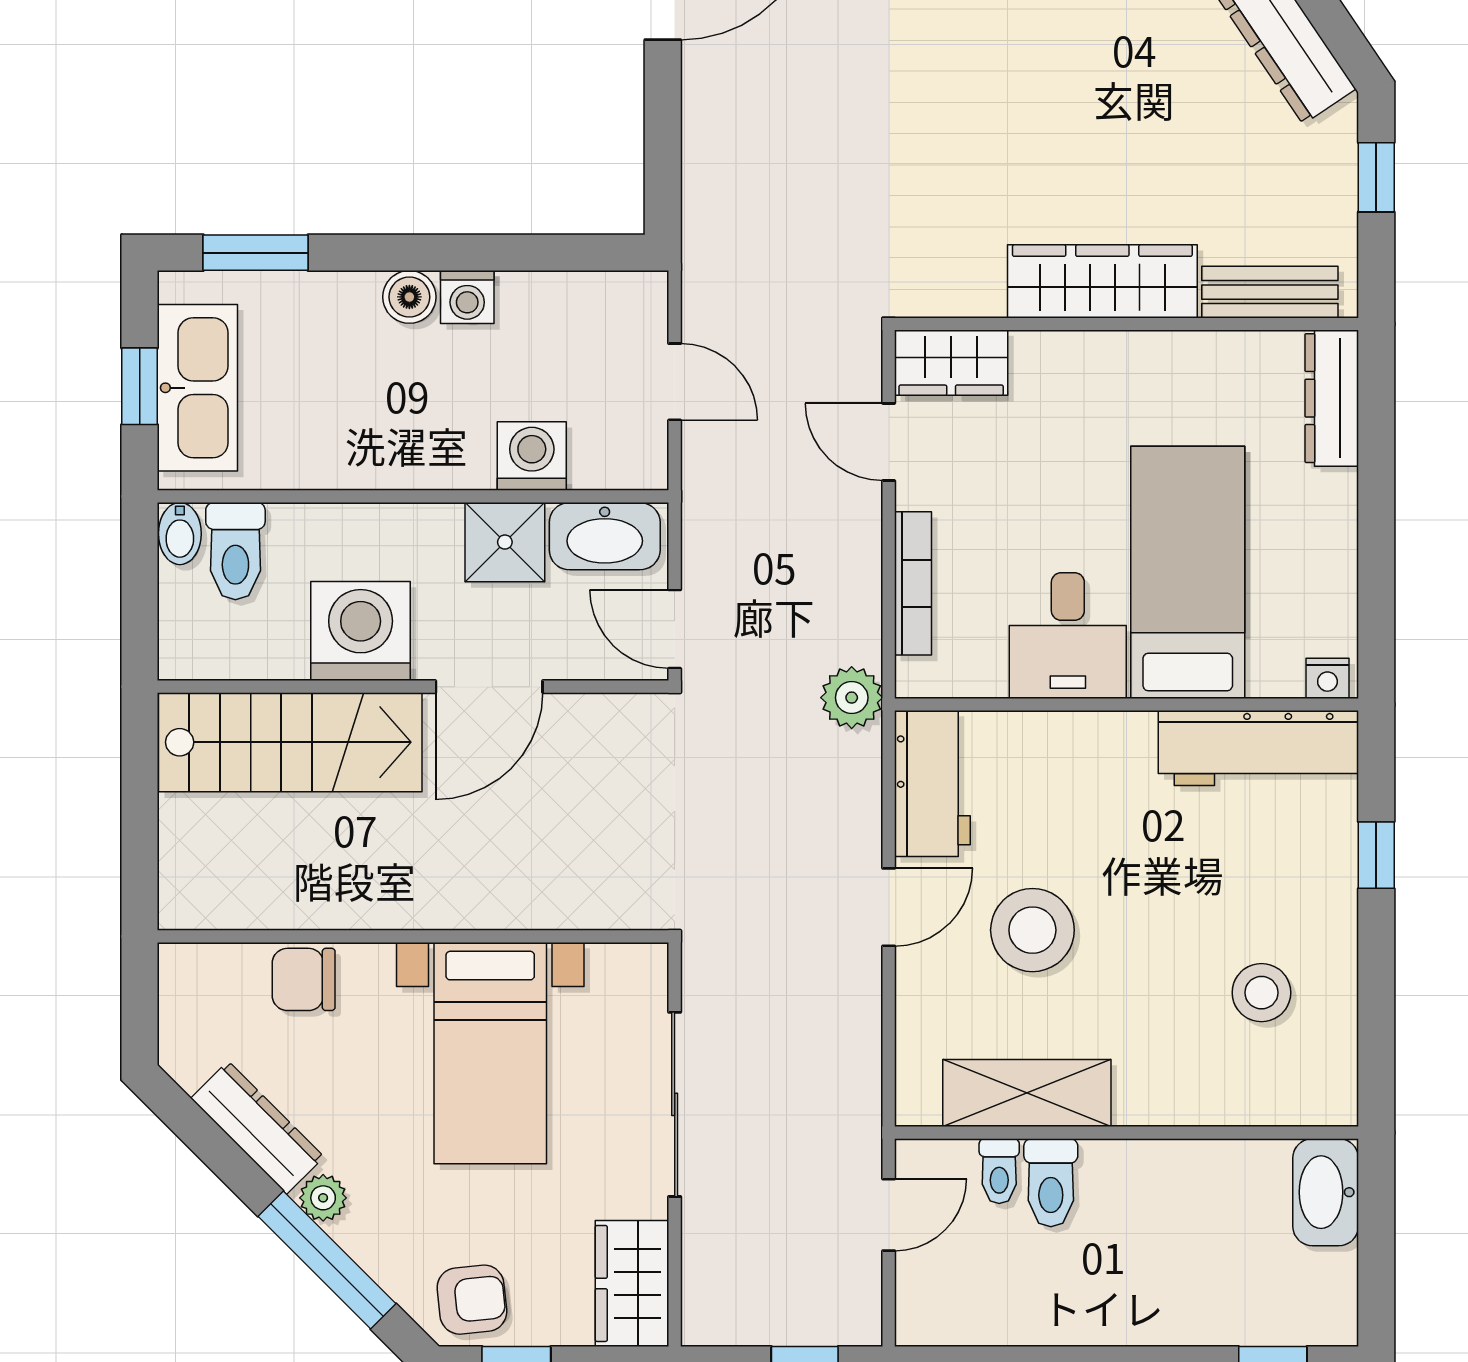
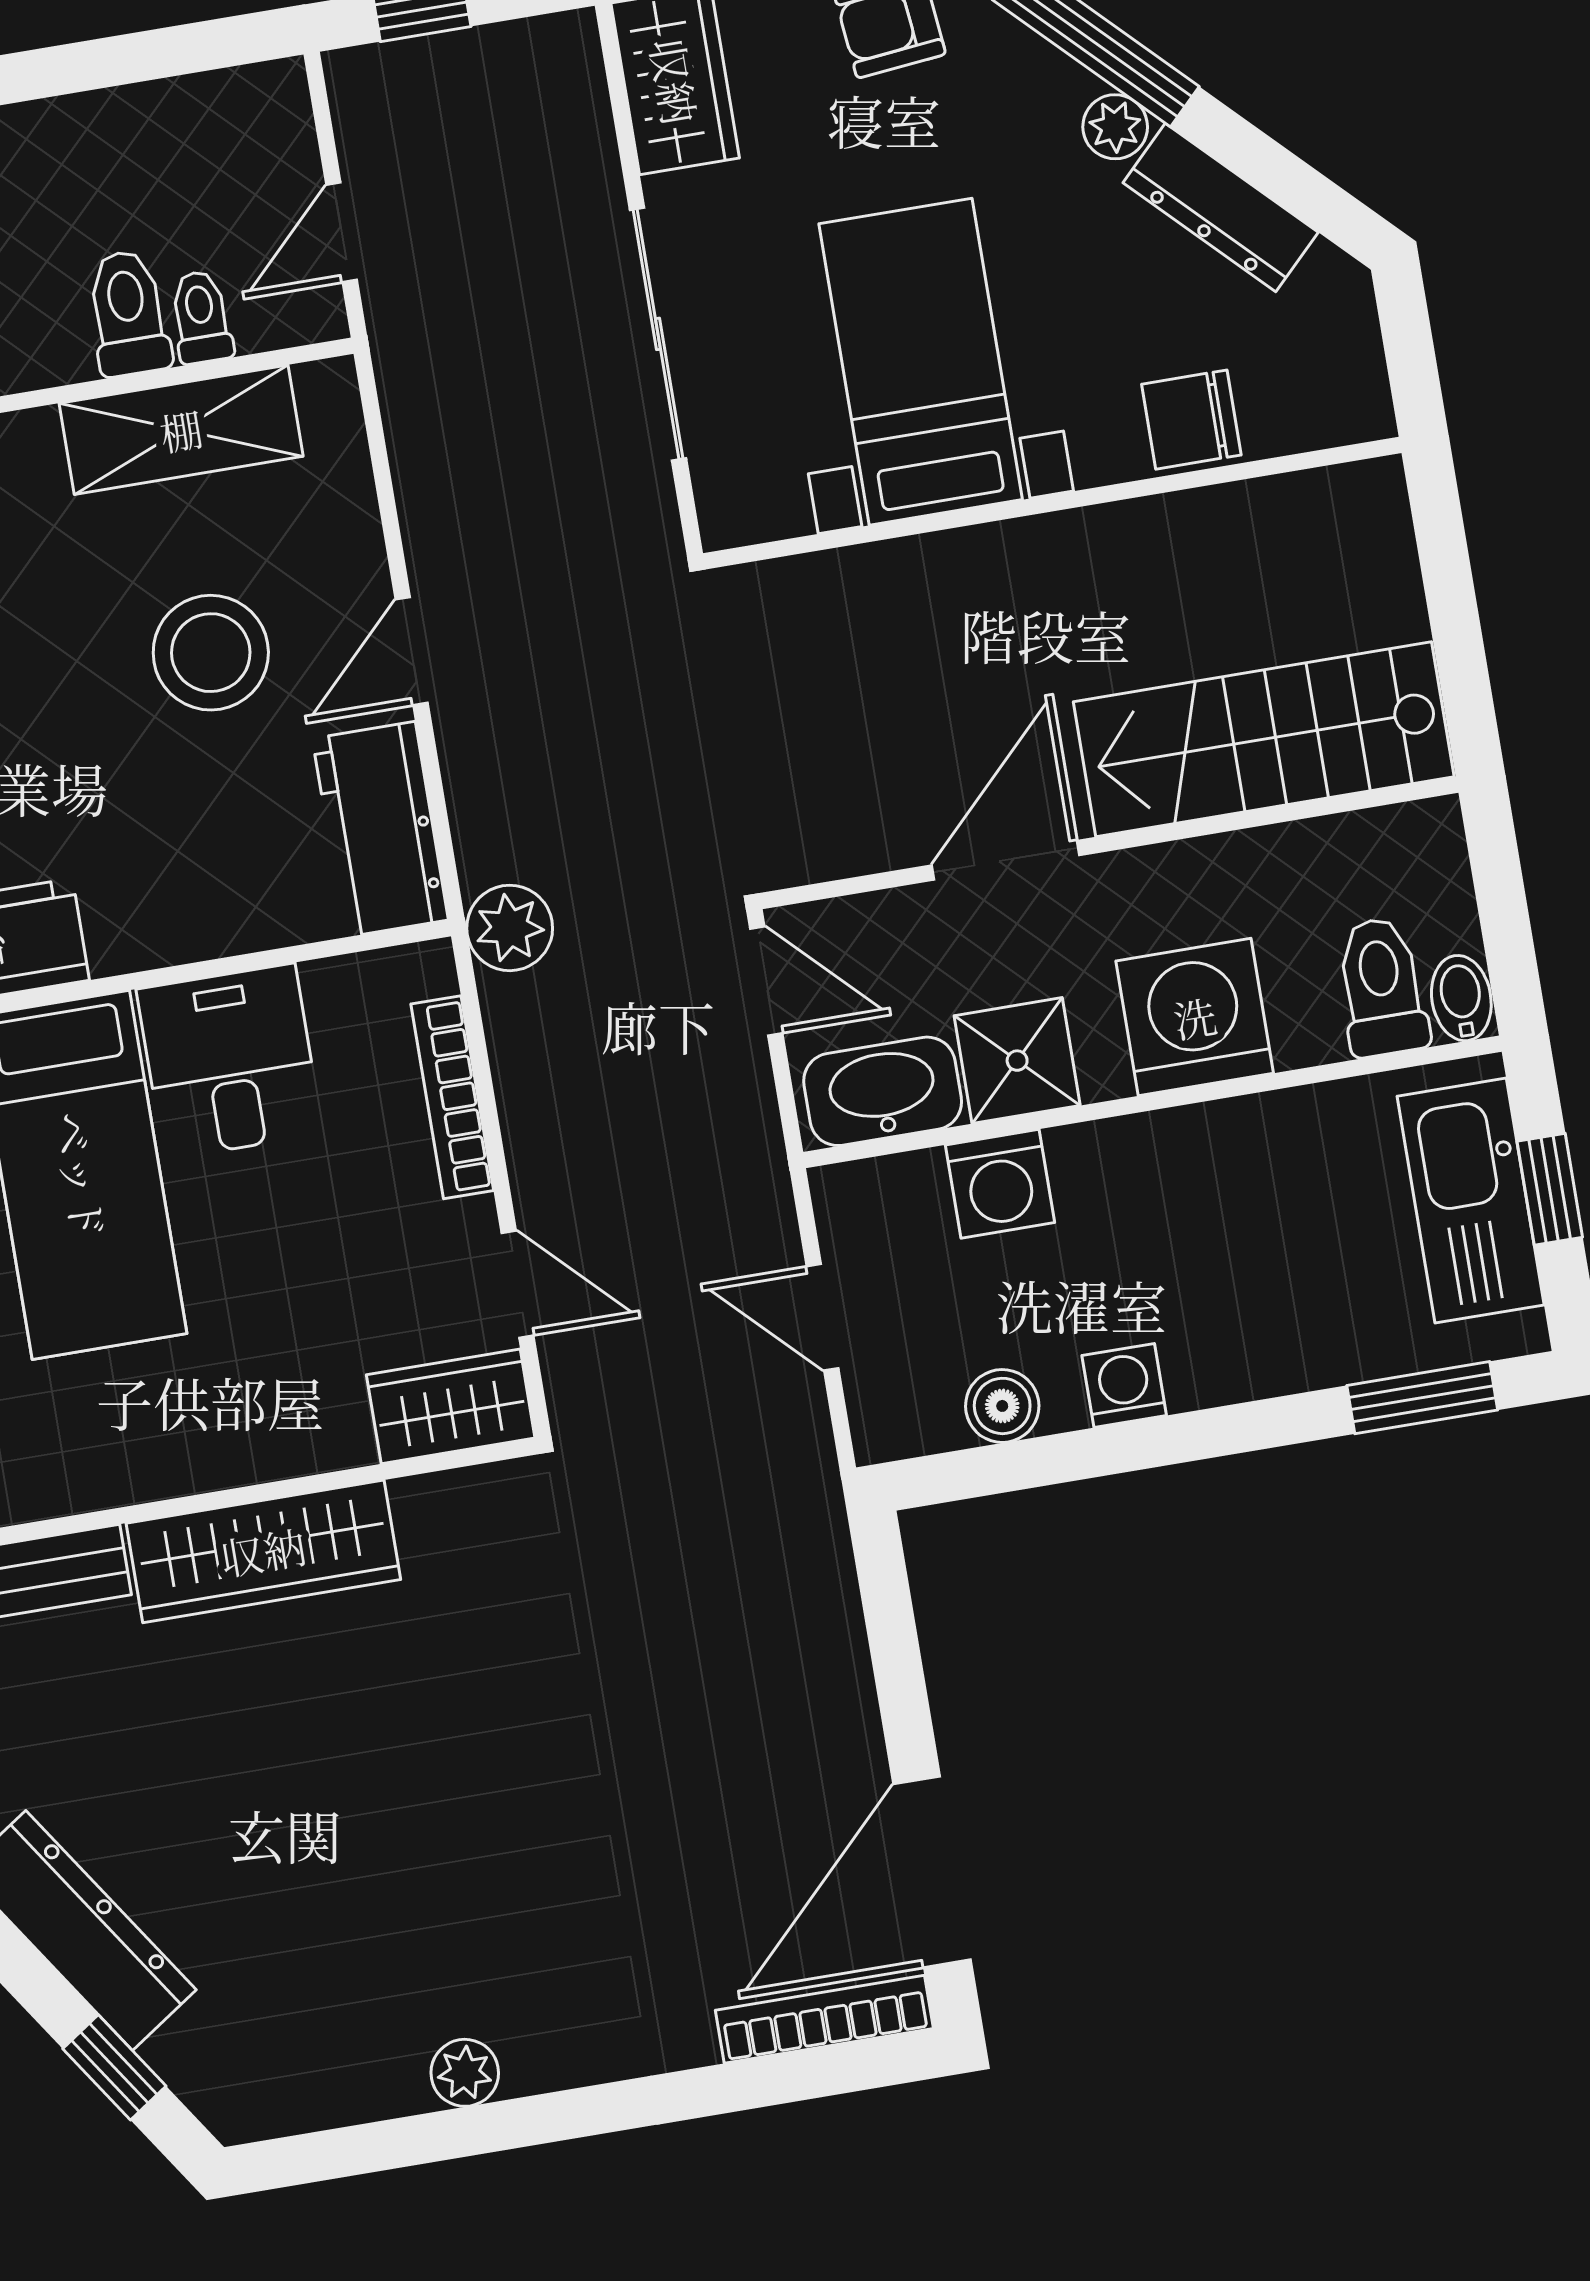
boiler: (409, 297) -> (1002, 1406), moved
washing machine: (361, 631) -> (1195, 1017), moved, turned 180
chair: (304, 979) -> (1191, 420), turned 180

